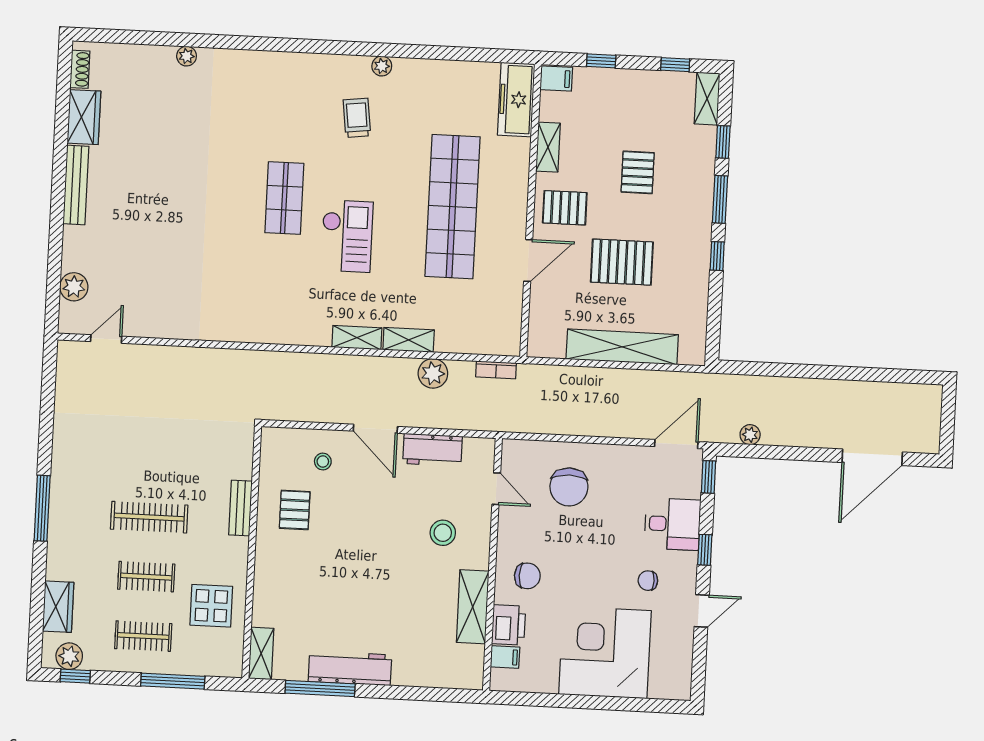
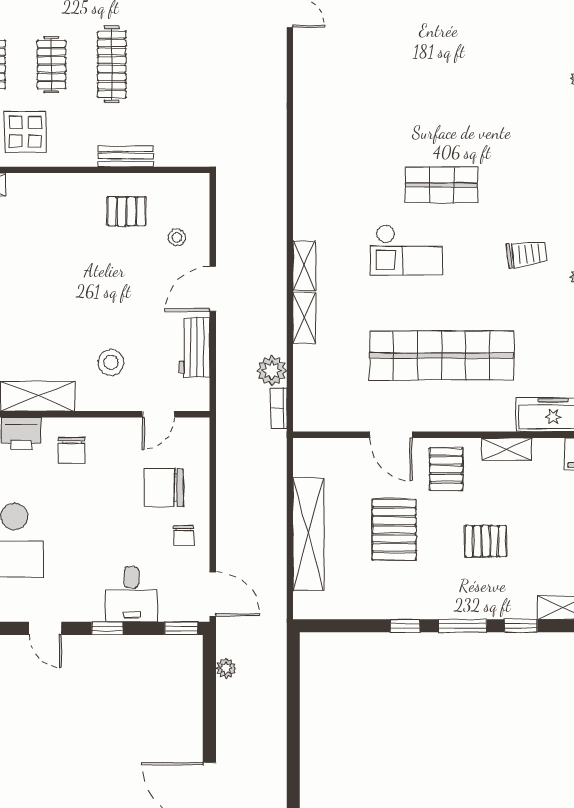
plant: (433, 373) -> (272, 371), moved
chair: (648, 581) -> (183, 535), moved, turned 180

